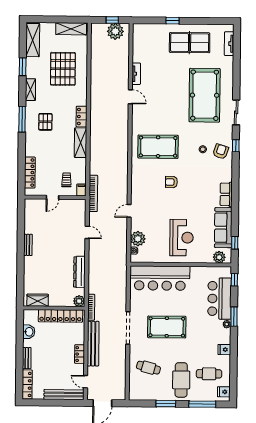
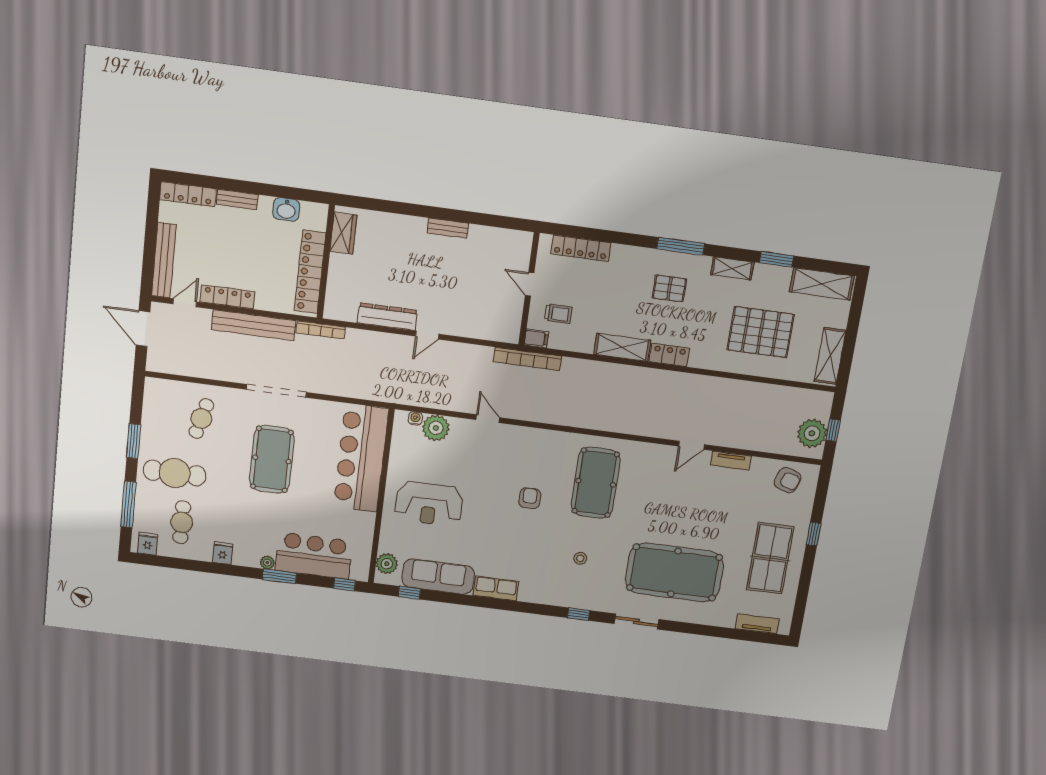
armchair: (221, 152) -> (788, 480), moved
door: (87, 232) -> (427, 335), moved
plant: (79, 301) -> (334, 309), removed
locker: (80, 354) -> (227, 297), width x1.53

